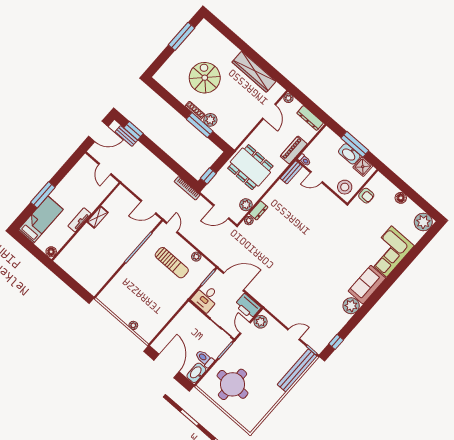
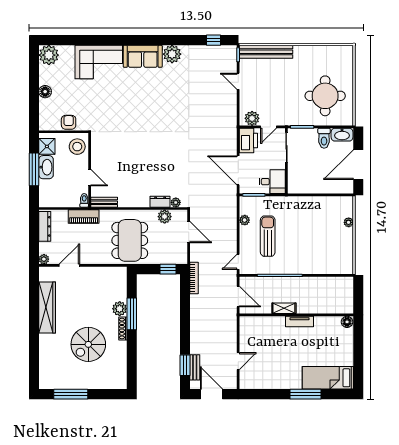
shelving: (98, 217) -> (284, 308), moved
tv unit: (79, 220) -> (300, 321), moved
wall: (86, 222) -> (296, 315), moved
floor lamp: (51, 252) -> (347, 322), moved

